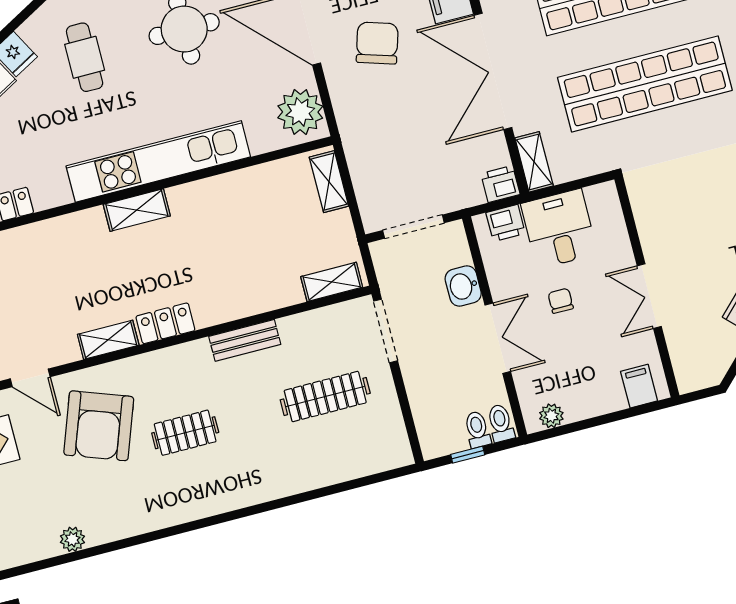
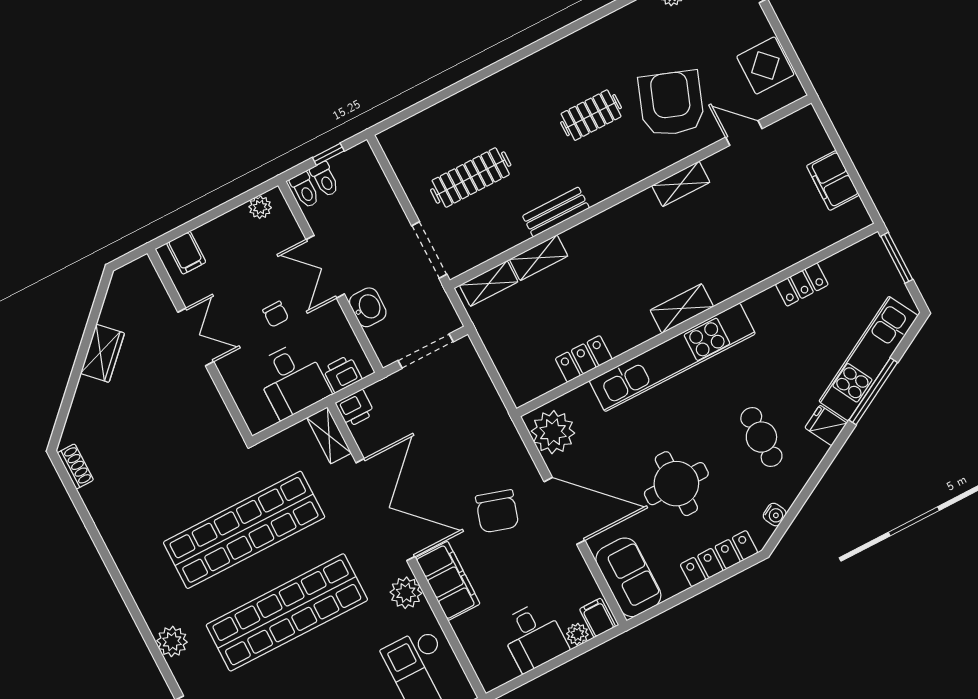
shelving: (329, 182) -> (539, 258), moved, turned 90
locker: (165, 323) -> (584, 359), moved, turned 180

